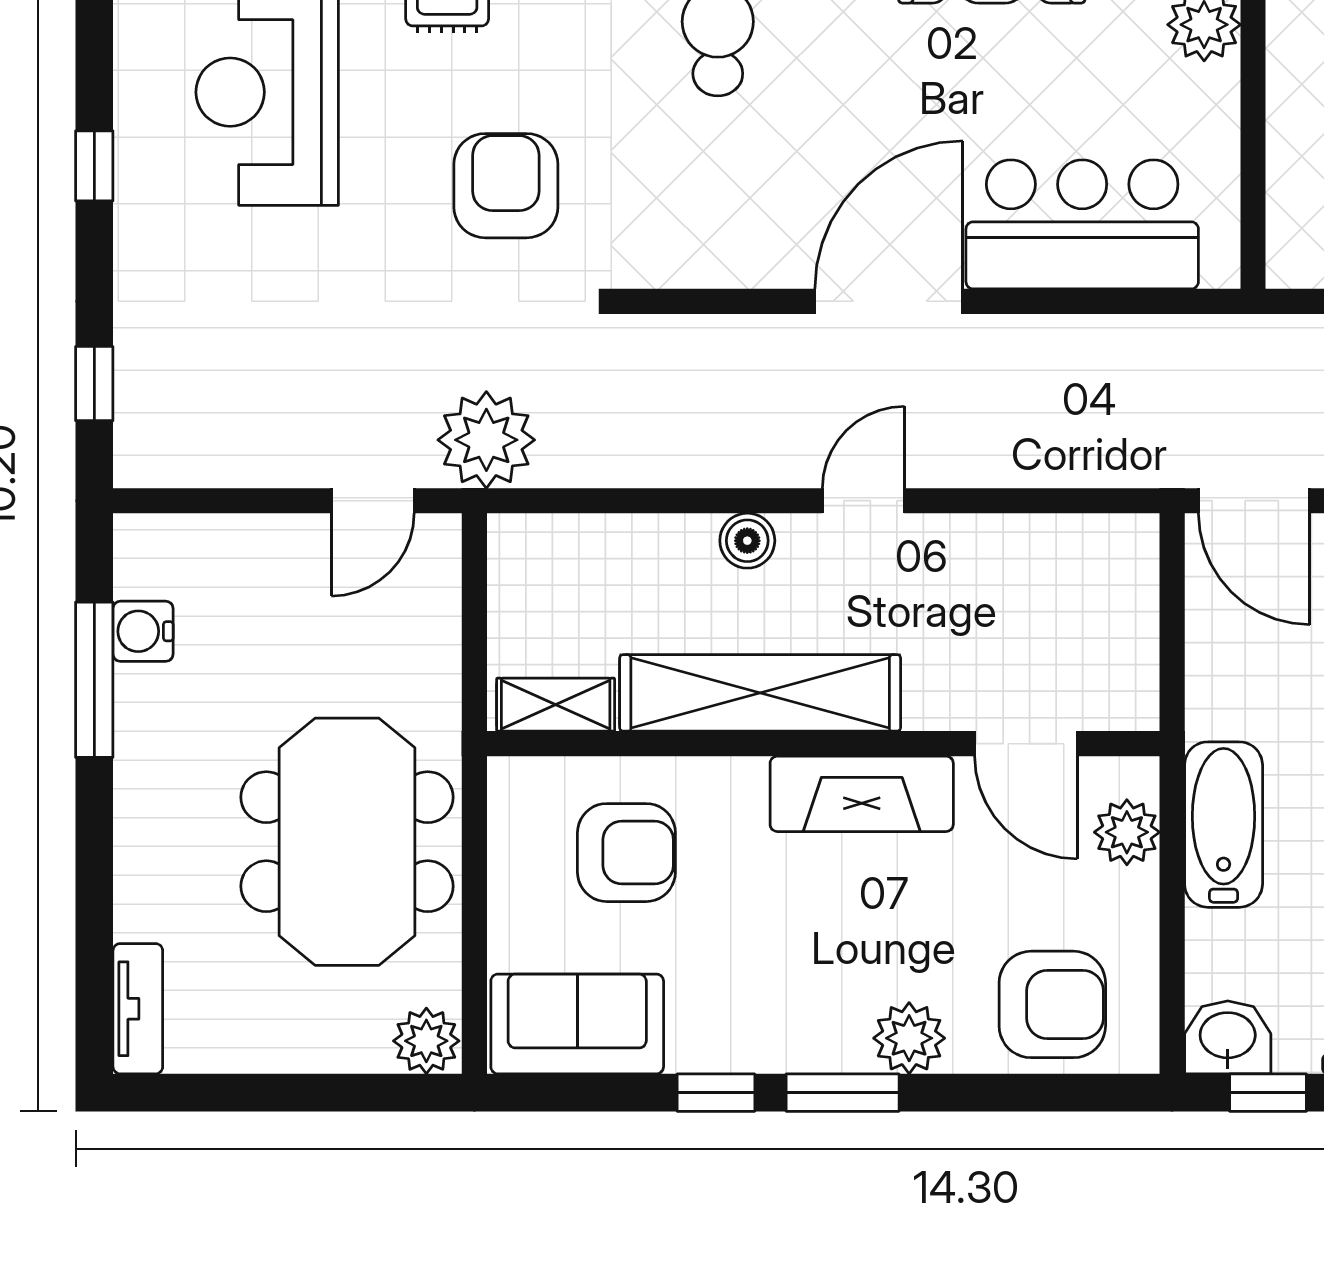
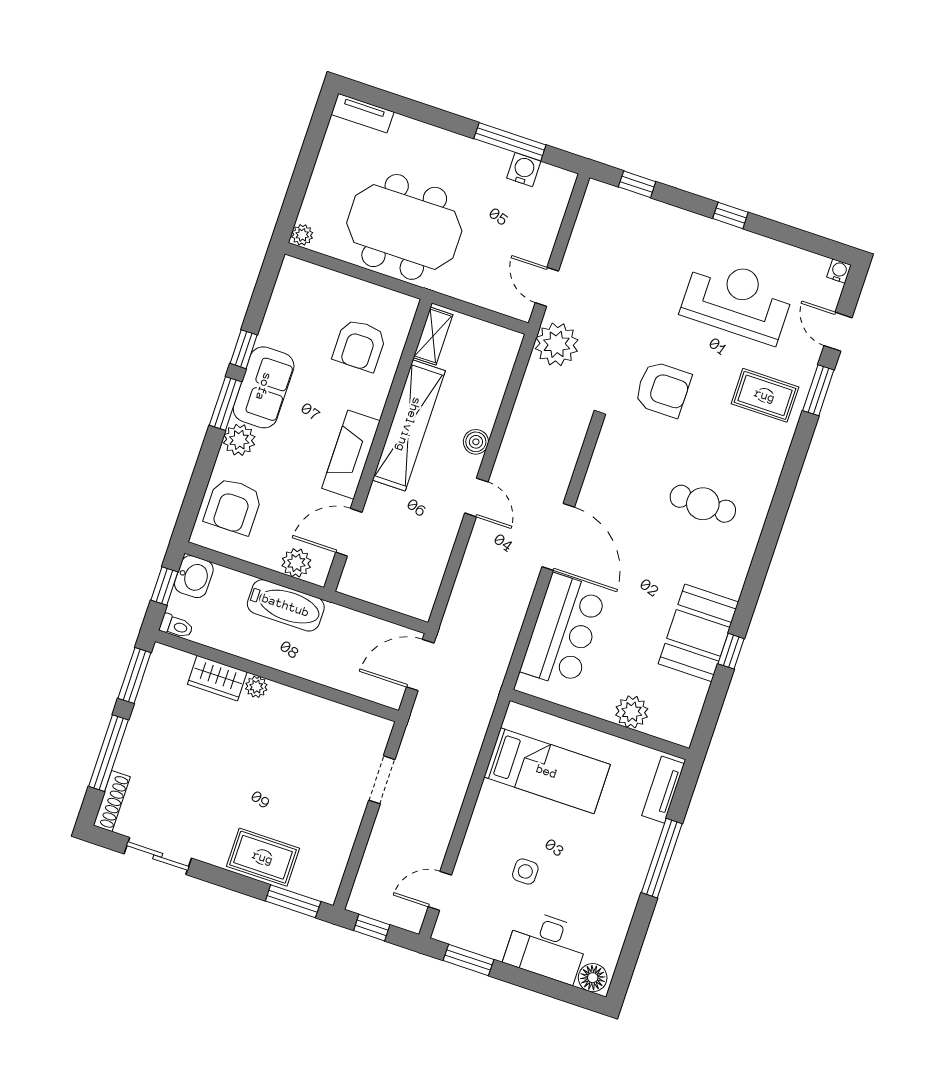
sofa: (577, 1024) -> (264, 387), moved
plant: (426, 1041) -> (302, 235), width x0.73, depth x0.73

